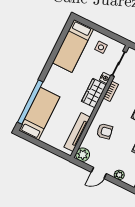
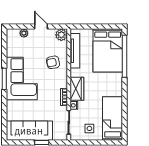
bed: (39, 114) -> (108, 50), width x1.50
door: (99, 173) -> (41, 27), hinge flipped

